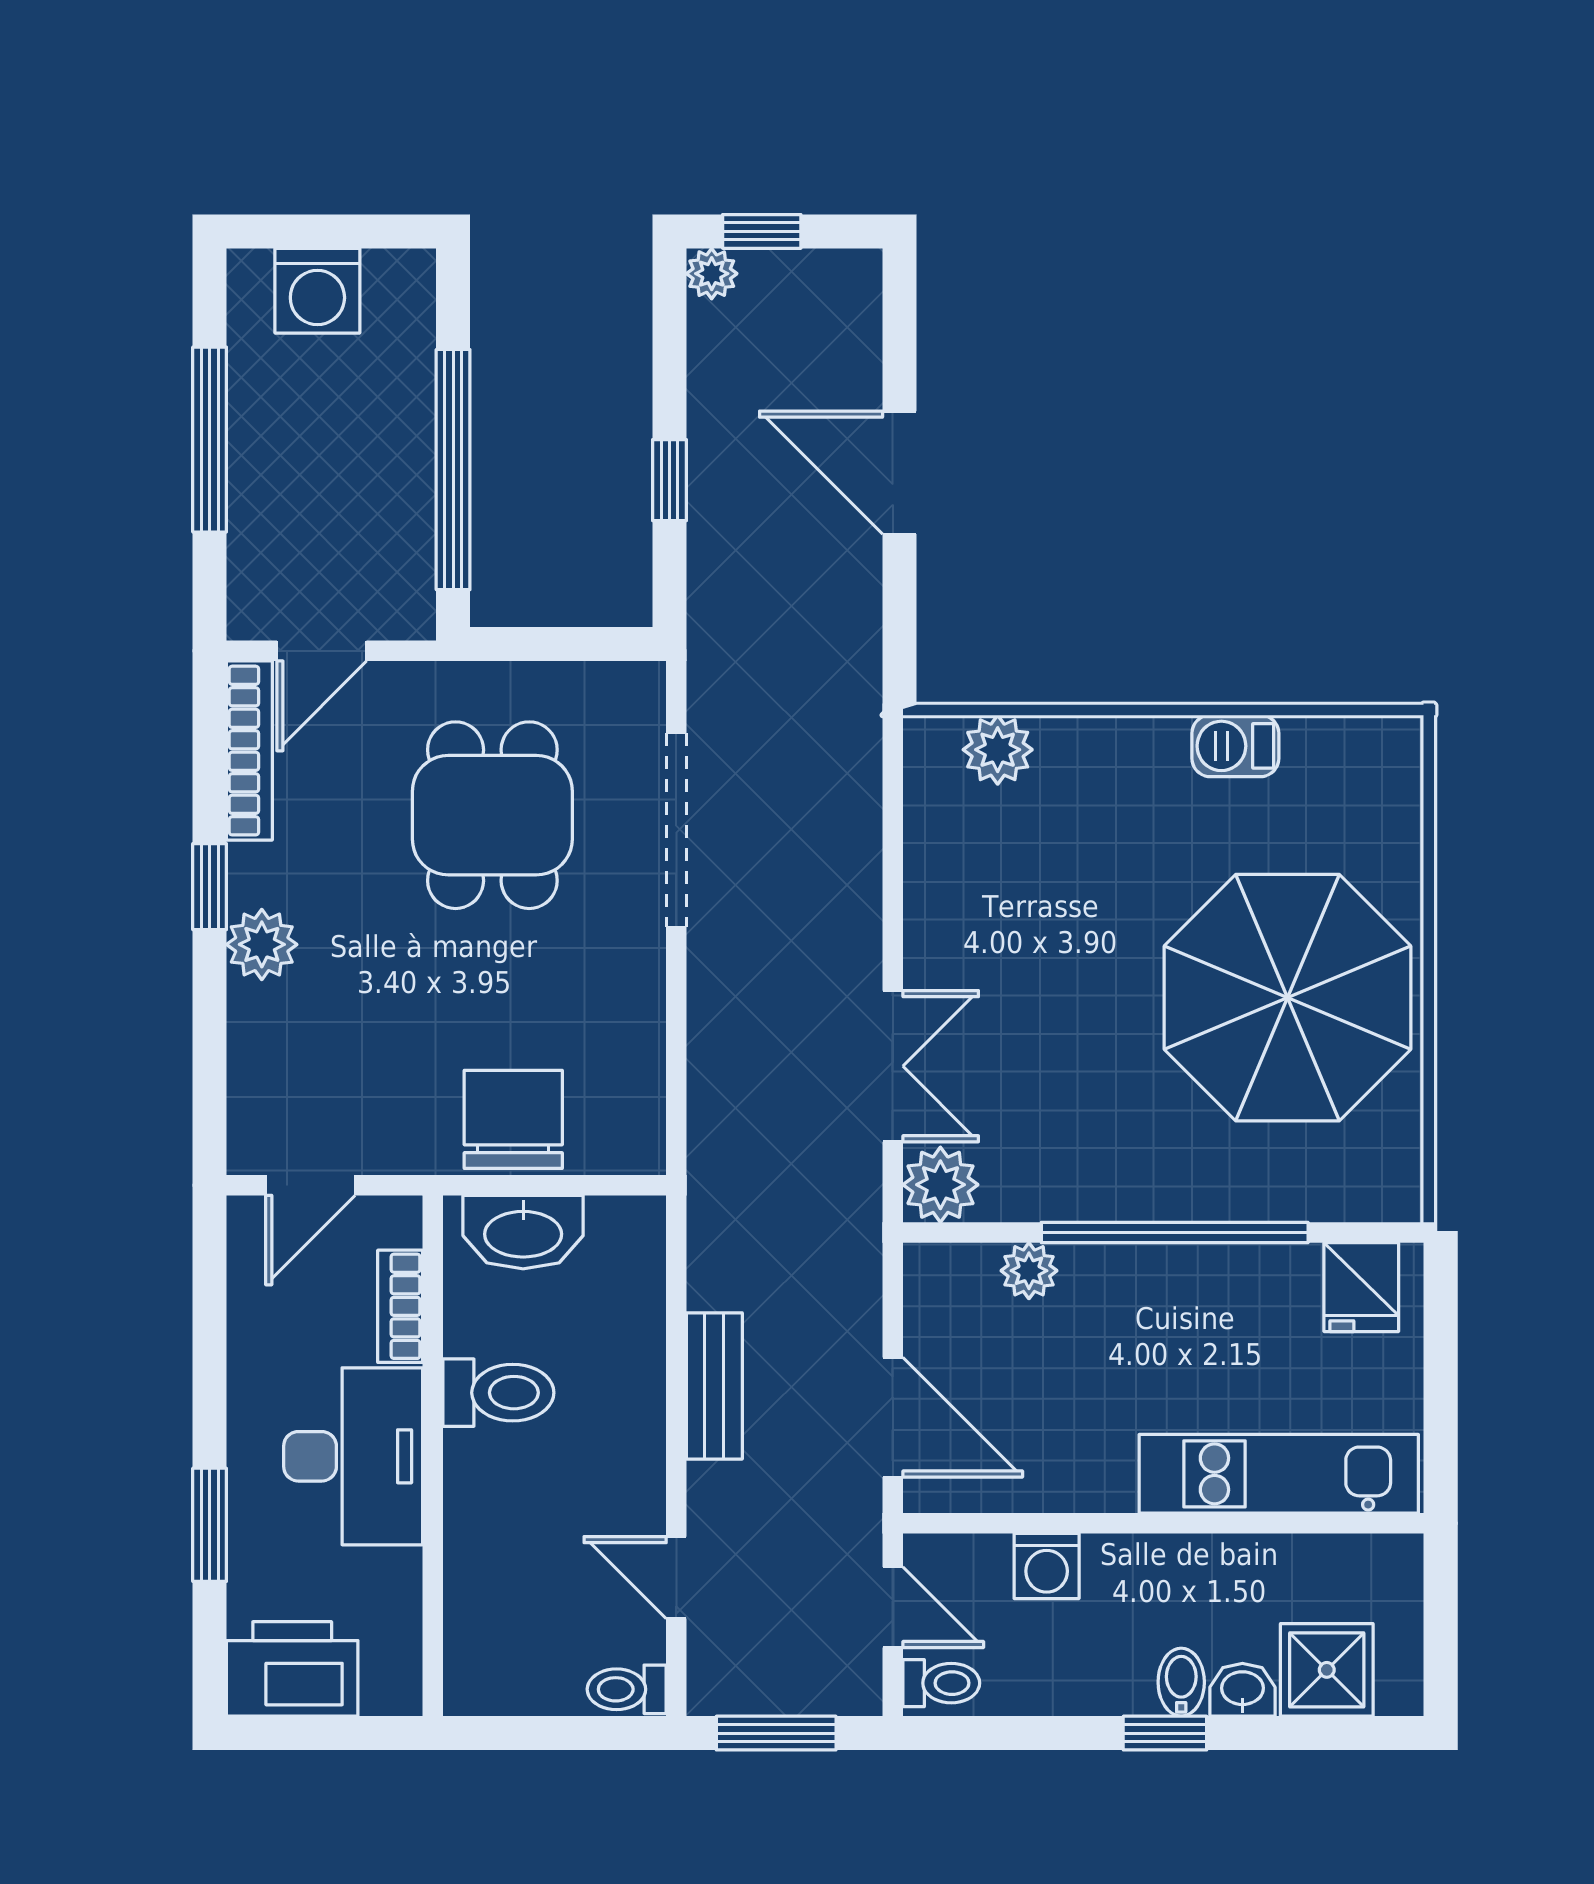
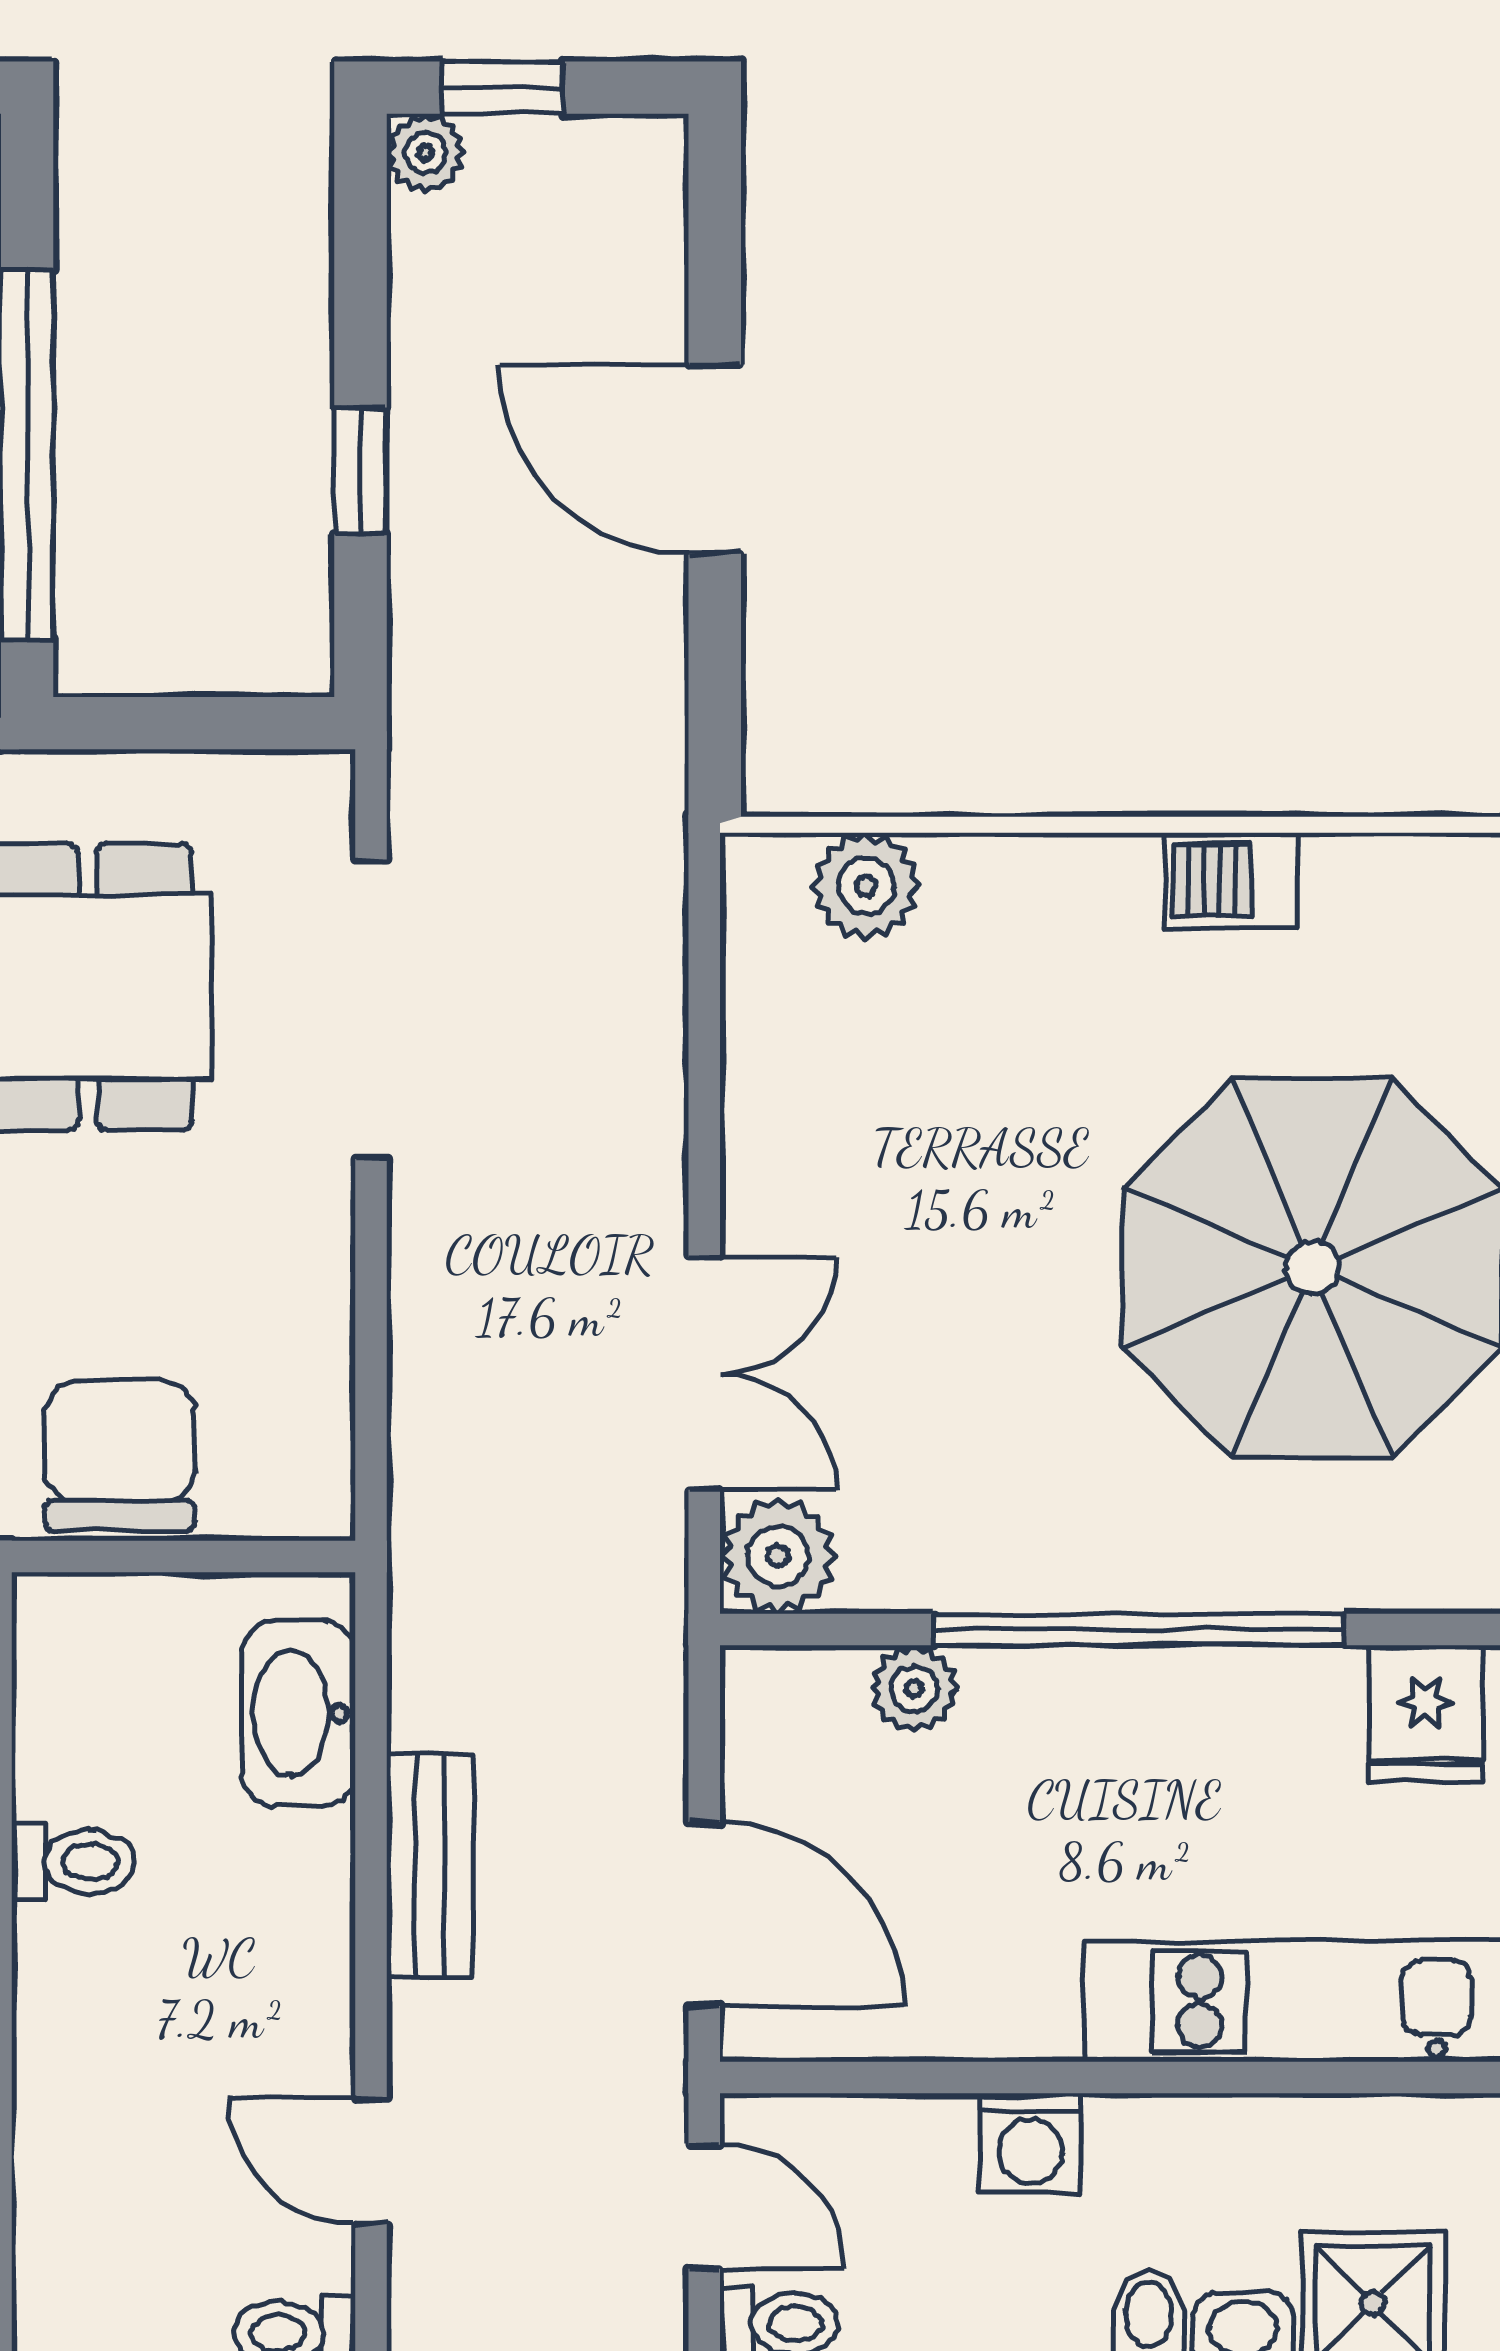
washbasin: (523, 1232) -> (299, 1713), moved, turned 90
toilet: (498, 1393) -> (73, 1862), width x0.73, depth x0.72
washing machine: (1047, 1566) -> (1030, 2143), moved

